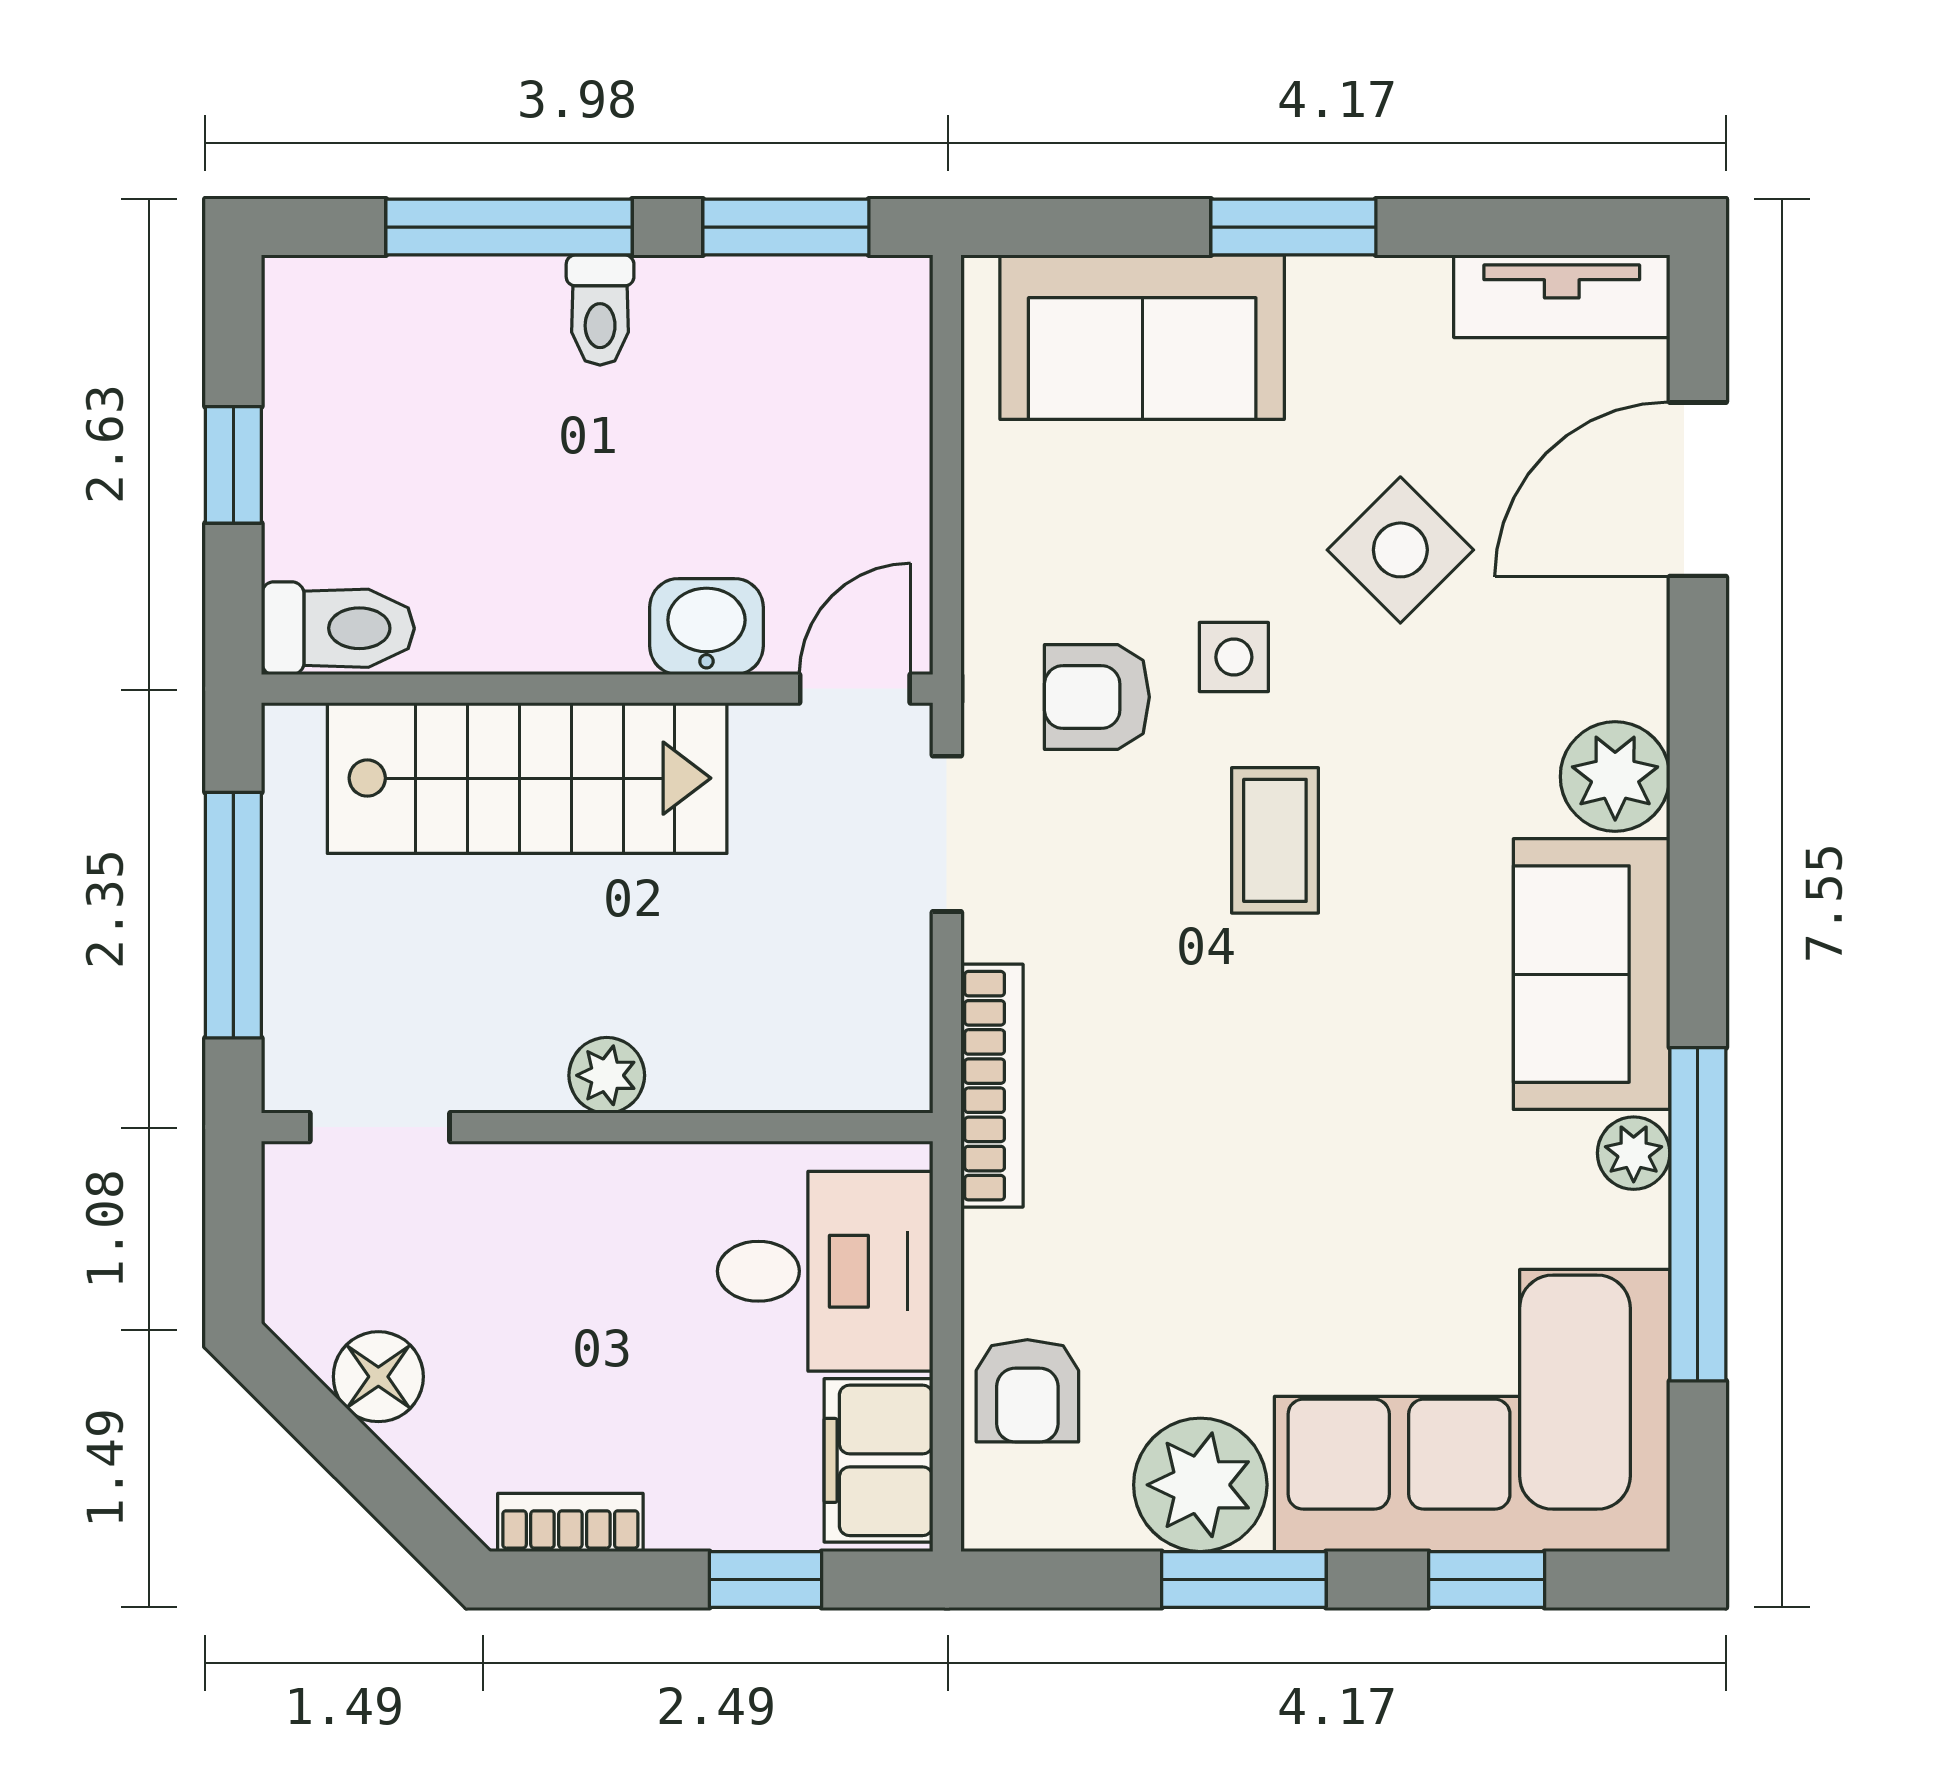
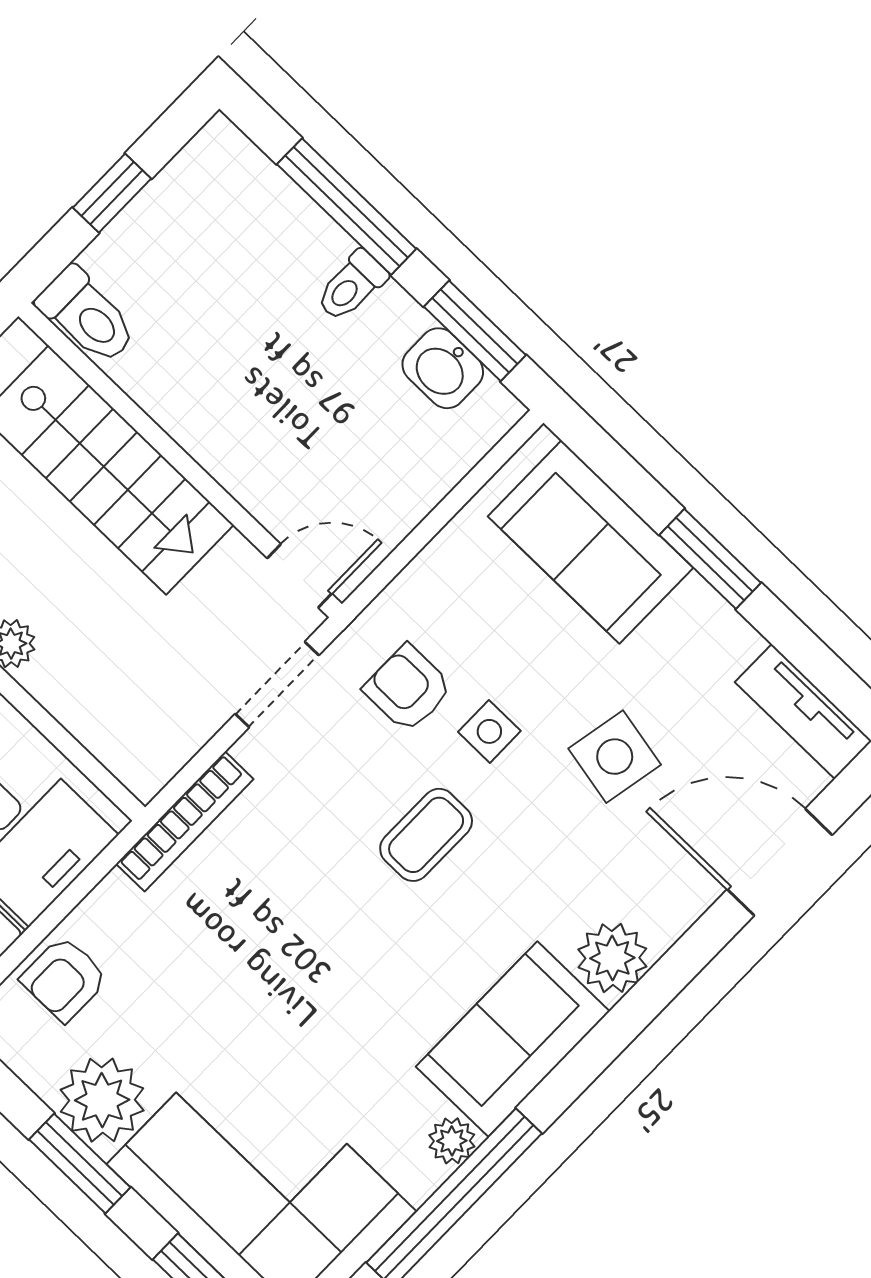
side table: (1400, 550) -> (615, 757), turned -34
washbasin: (706, 627) -> (443, 368), moved, turned 180

